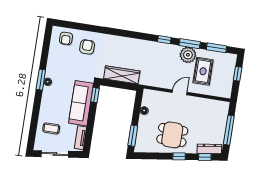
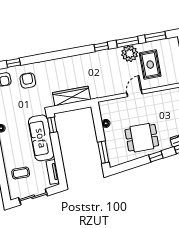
window: (80, 26) -> (13, 63), added

